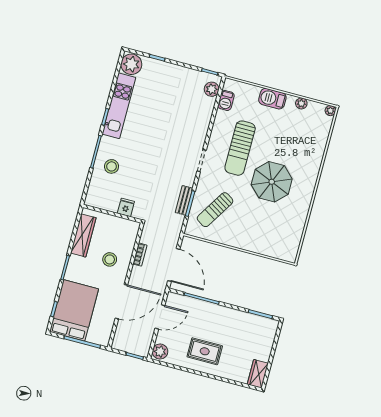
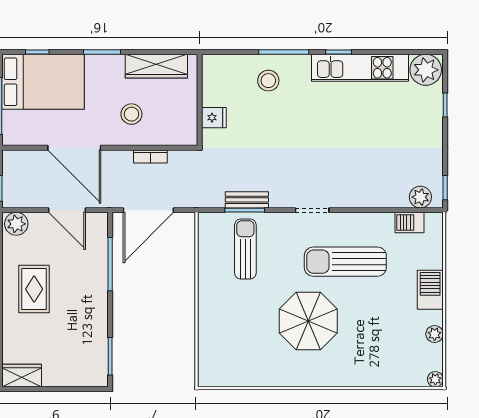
sun lounger: (215, 210) -> (245, 249), turned 58

